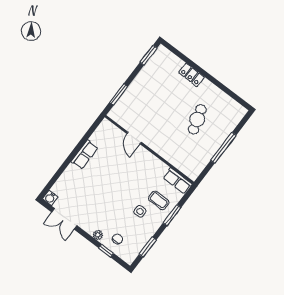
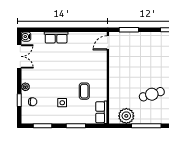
door: (134, 138) -> (108, 43), moved
row of seats: (85, 155) -> (56, 38), moved
plant: (199, 160) -> (126, 116), added
coffee table: (159, 200) -> (84, 91), moved
double door: (64, 219) -> (19, 56), swing flipped

